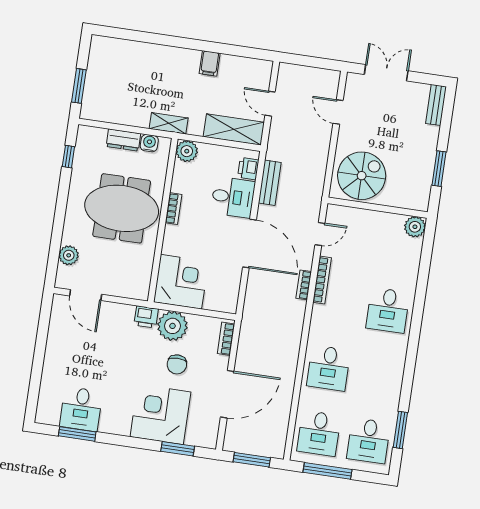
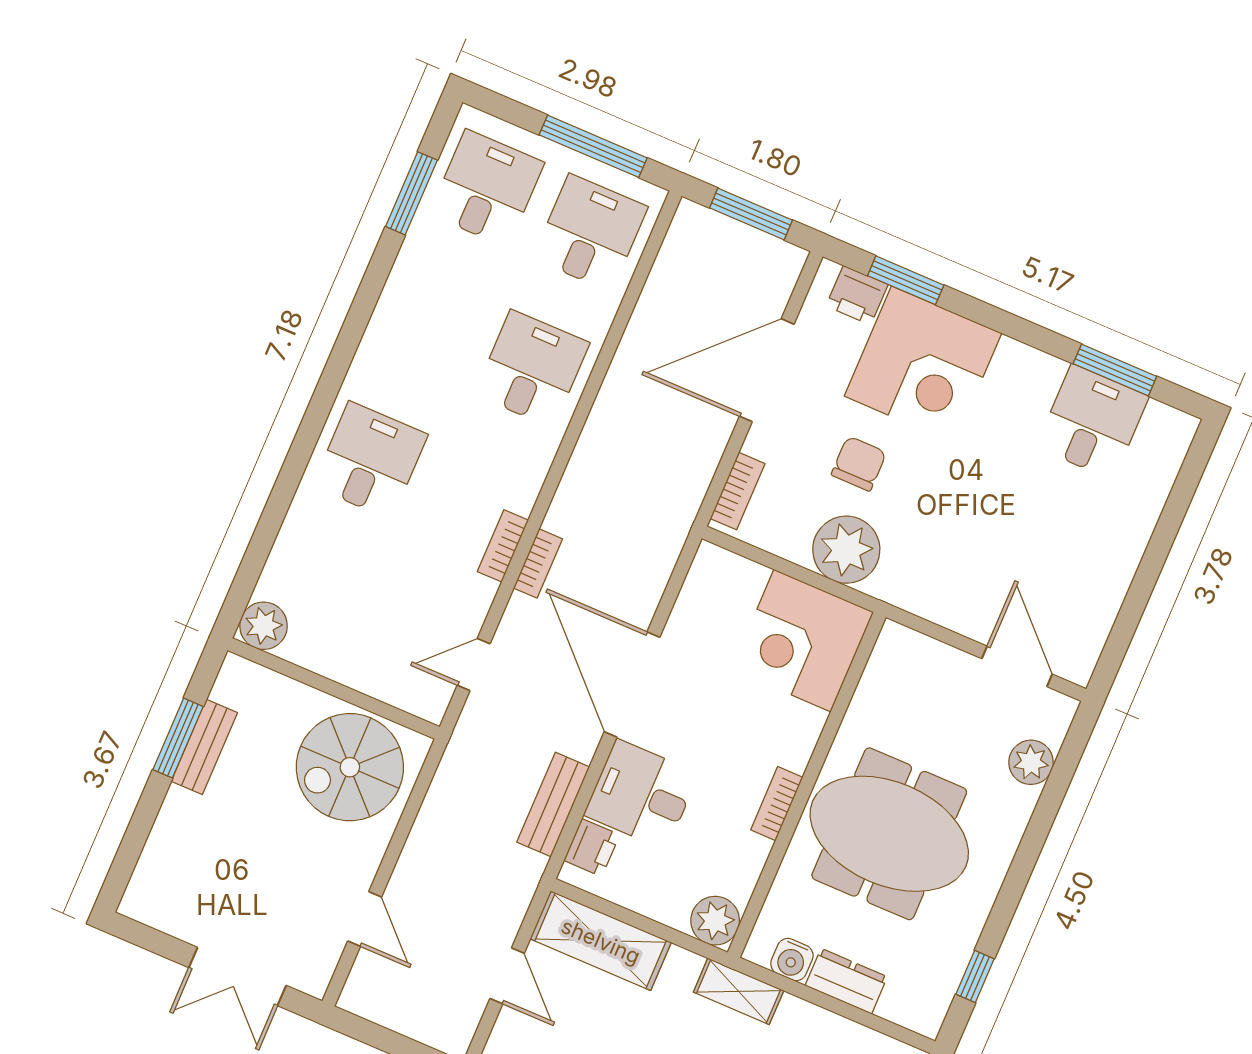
bench: (436, 105) -> (204, 747), moved
bookcase: (322, 280) -> (503, 546), width x0.64
printer: (146, 317) -> (857, 295), moved, turned 180

